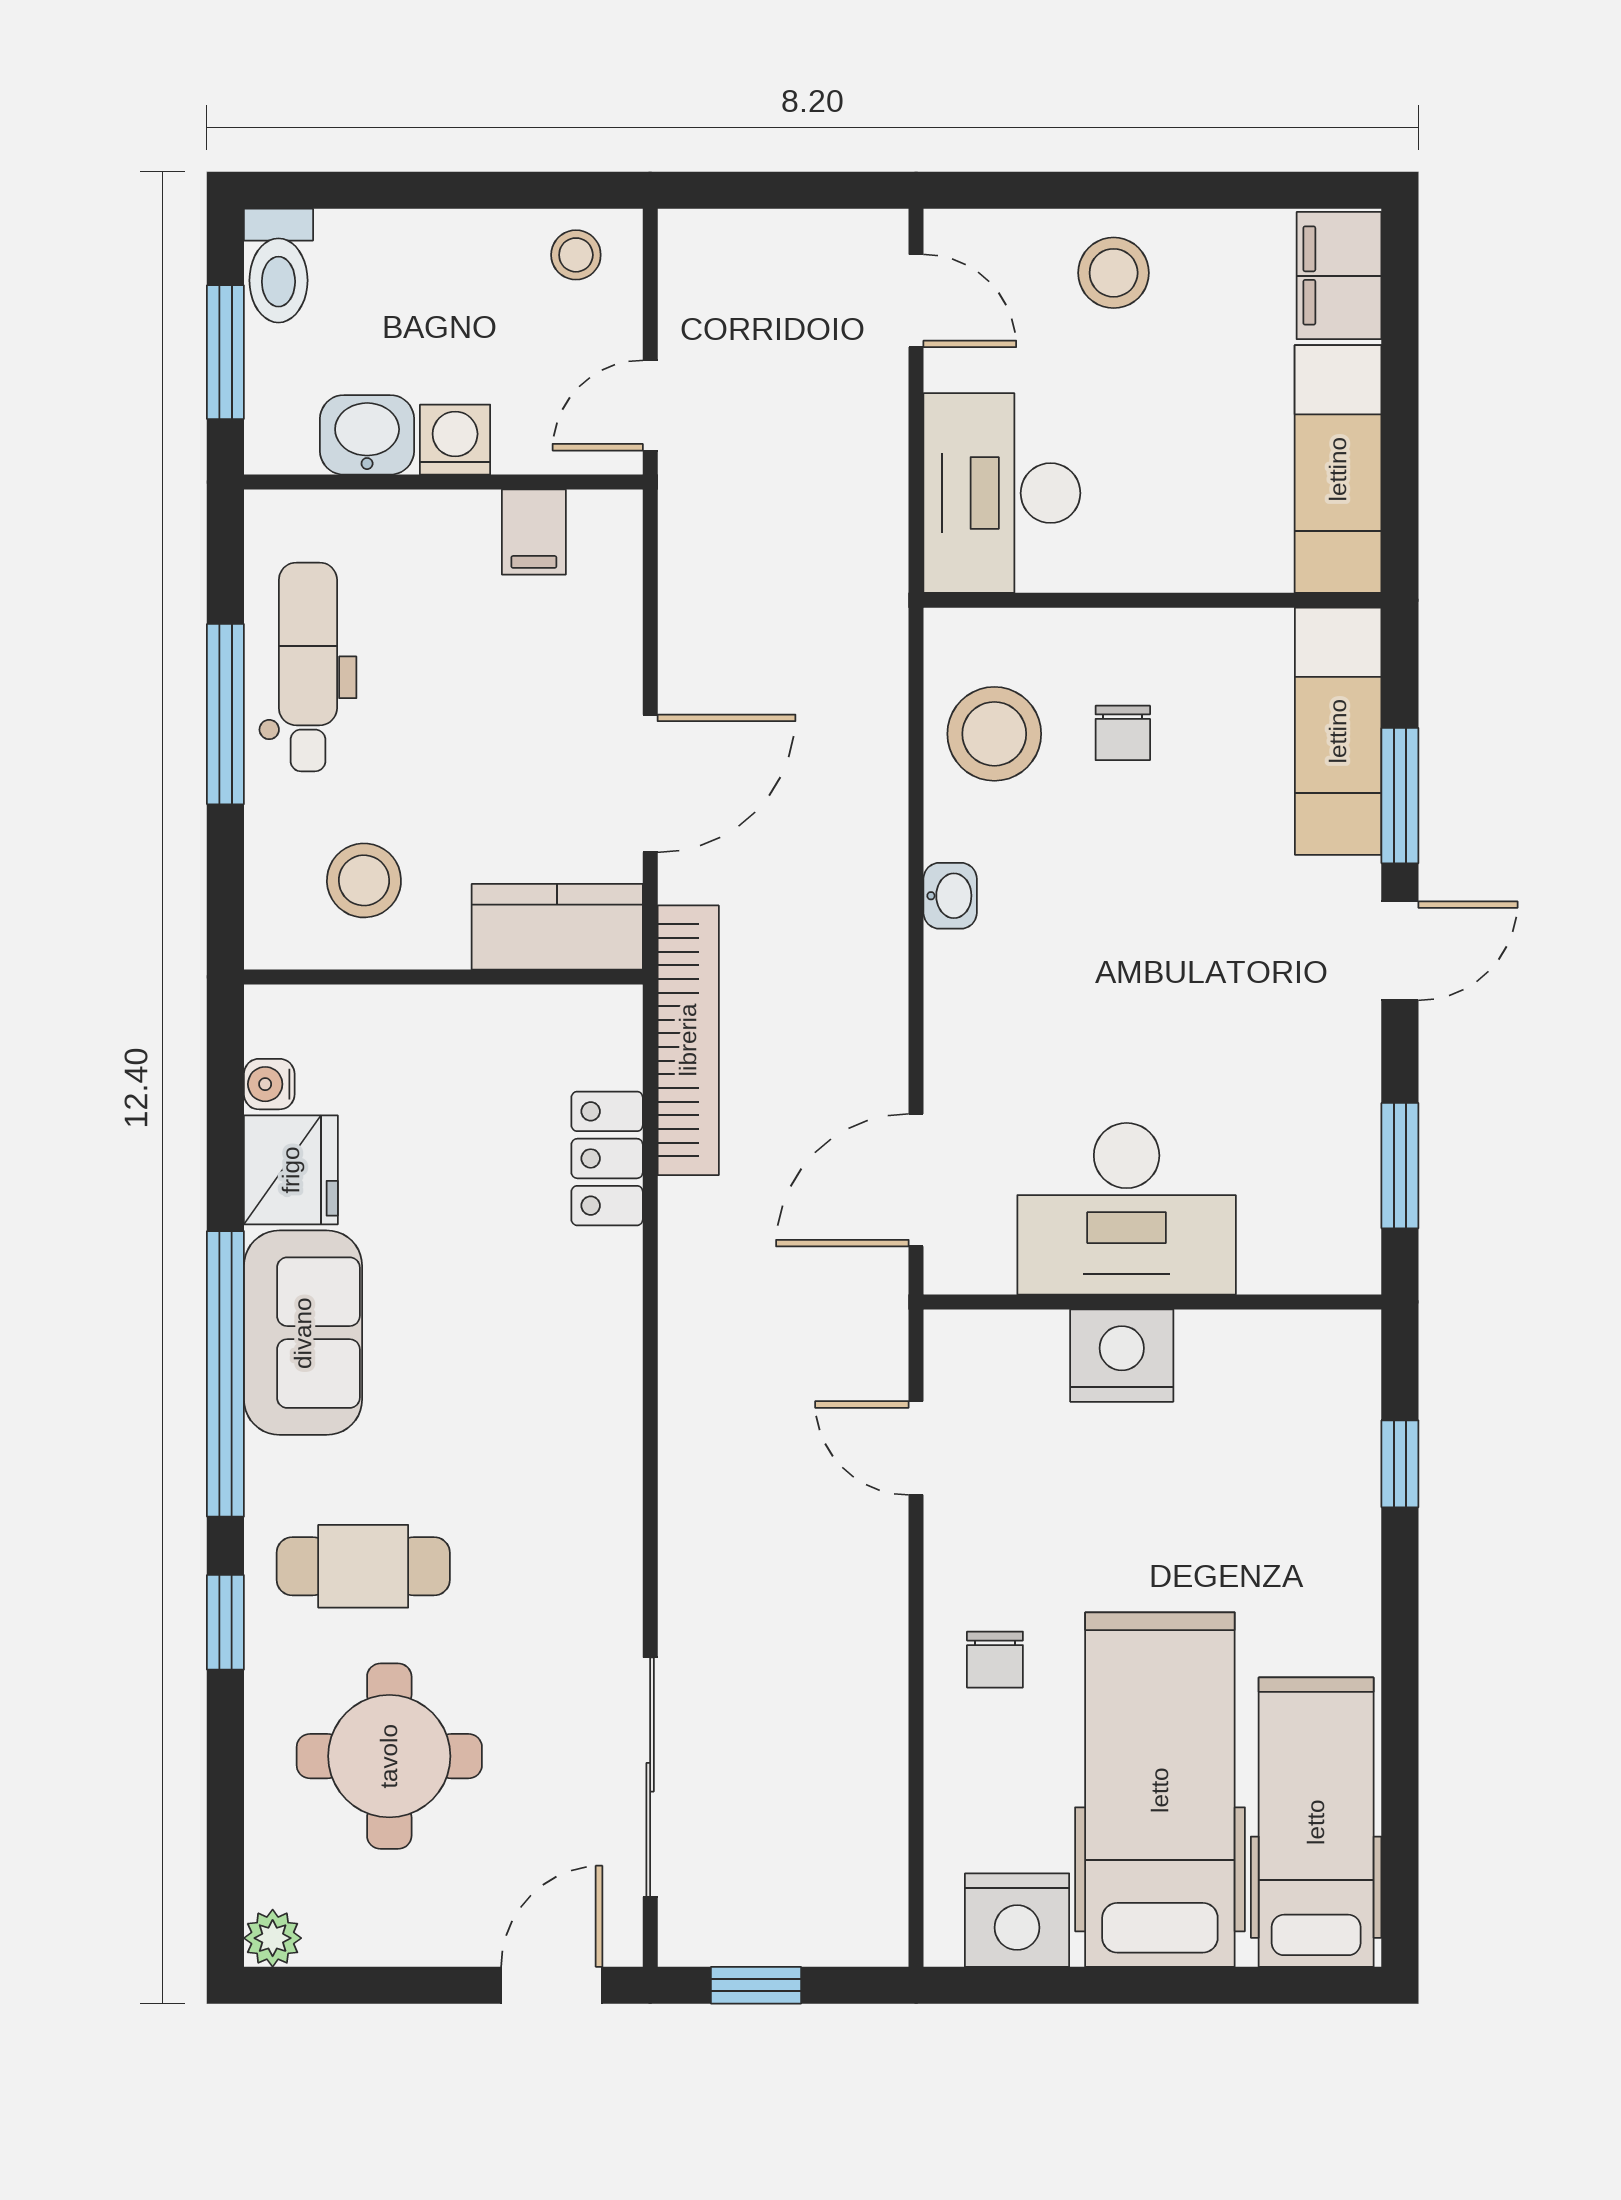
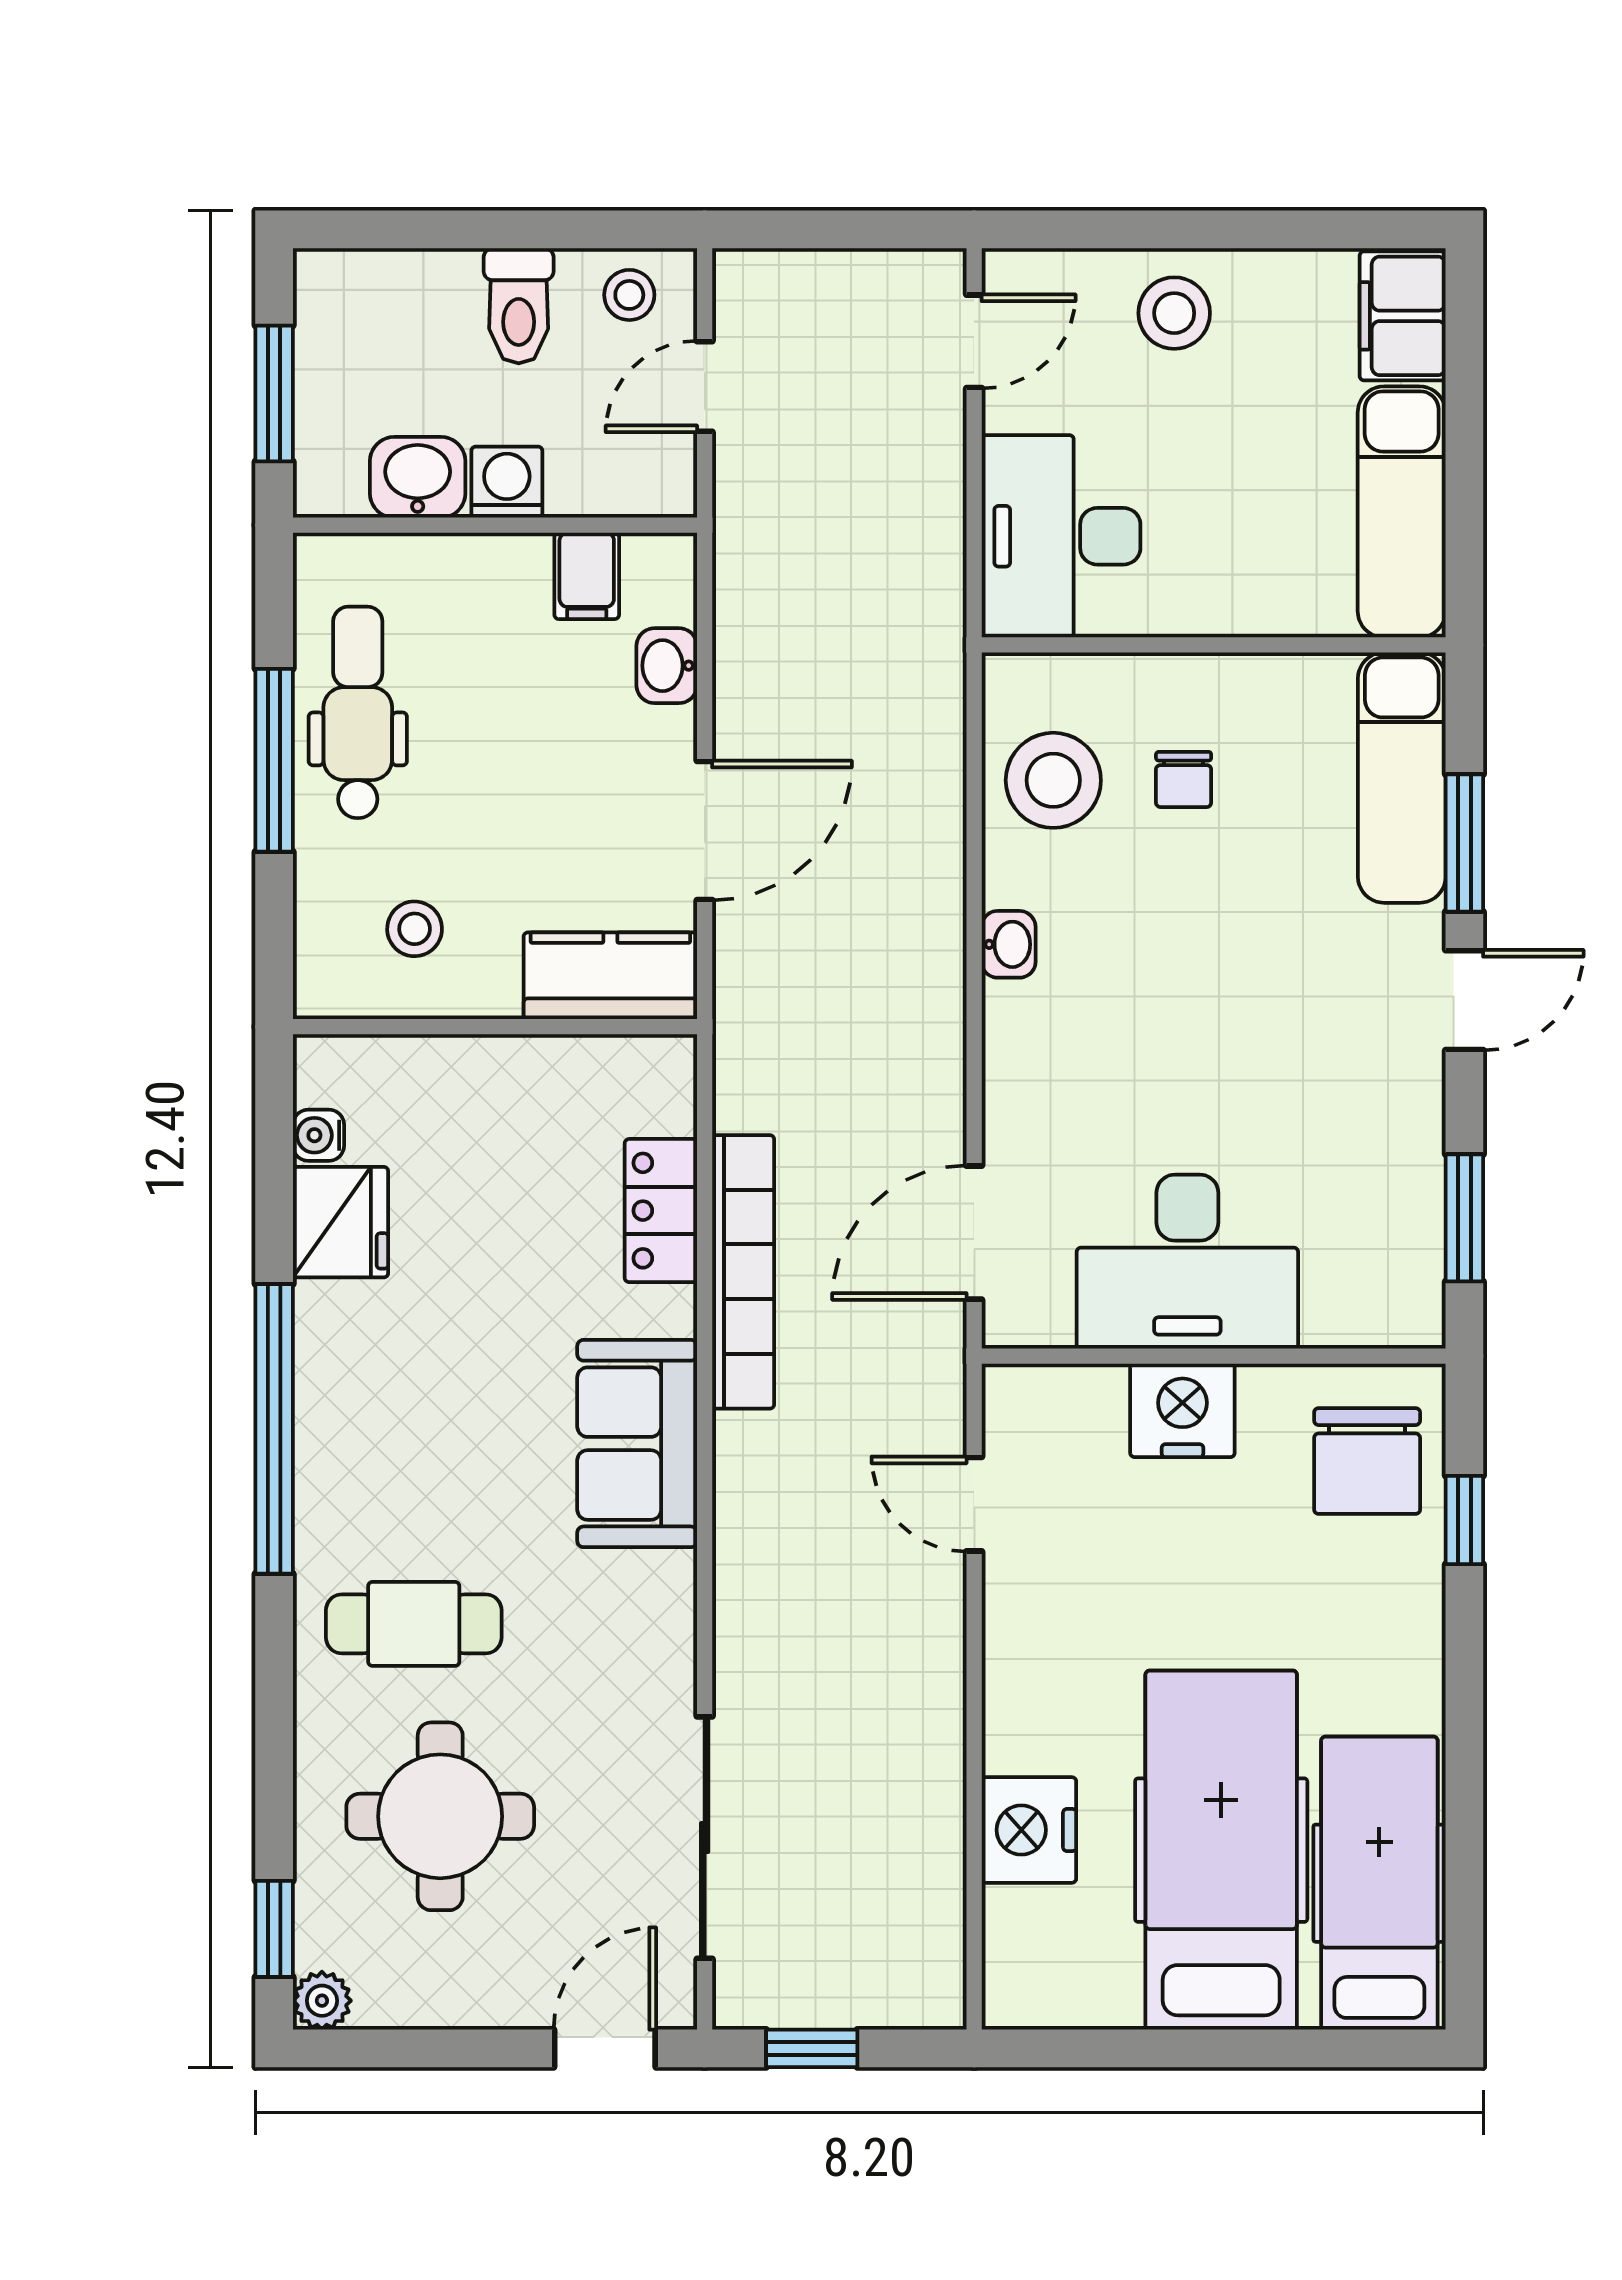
toilet: (278, 266) -> (519, 306), moved
door: (916, 301) -> (974, 341), hinge flipped
door: (650, 405) -> (705, 386), moved
washbasin: (613, 621) -> (667, 666), added
stool: (364, 880) -> (415, 929), width x0.73, depth x0.73
bookcase: (688, 1040) -> (743, 1272), moved
sofa: (303, 1333) -> (637, 1444), moved, turned 180
window: (225, 1622) -> (274, 1929), moved
chair: (995, 1660) -> (1367, 1461), moved, width x1.87, depth x1.87
nightstand: (1017, 1920) -> (1029, 1830), moved, turned 90

